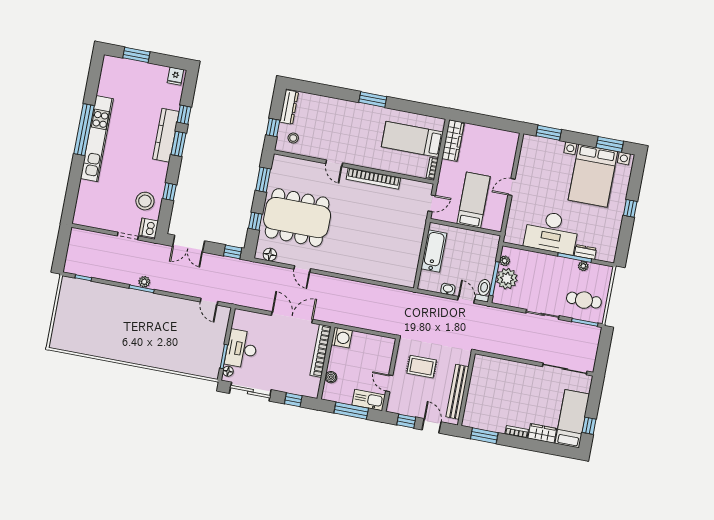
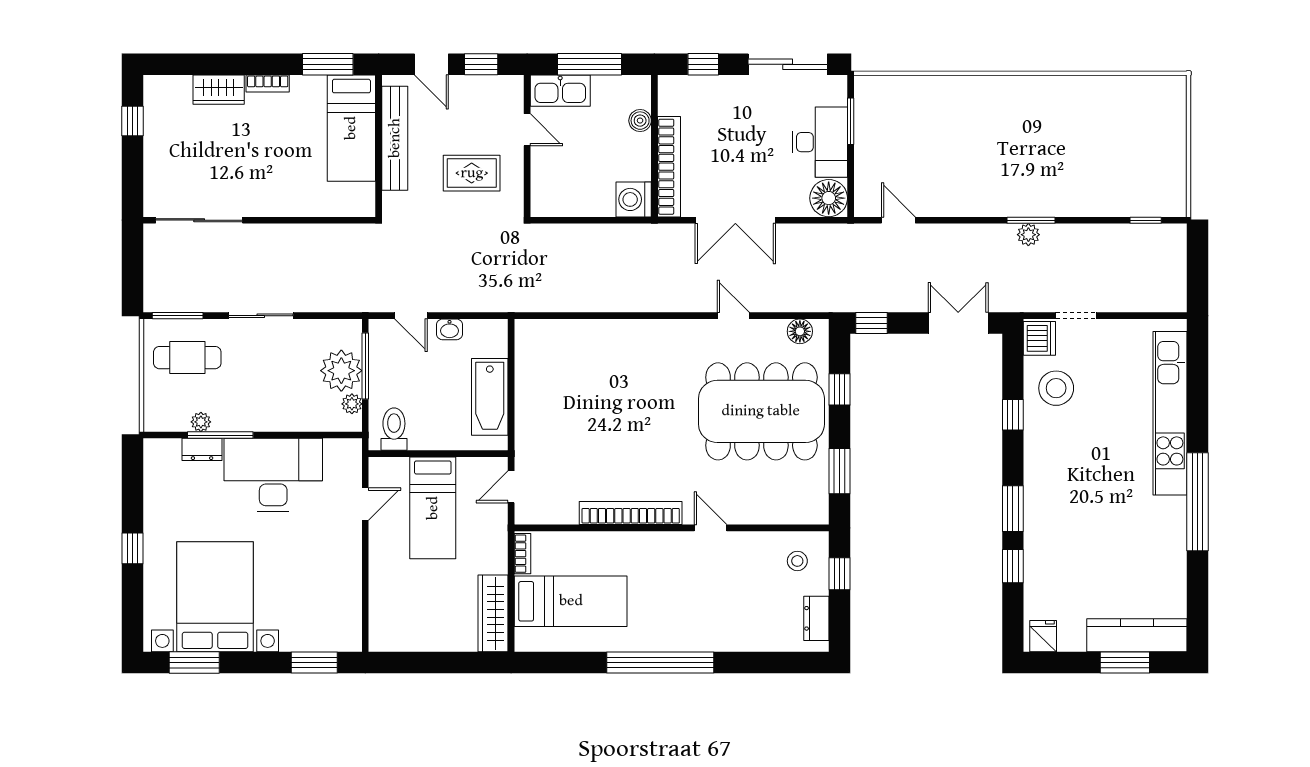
window: (373, 100) -> (660, 663), width x2.11
dresser: (289, 107) -> (816, 618), width x0.70
kitchen counter: (166, 135) -> (1137, 635), moved, turned -90
kitchen unit: (97, 139) -> (1170, 413), moved
door: (512, 187) -> (365, 504), moved
toilet: (484, 290) -> (394, 429), moved, turned 180
floor lamp: (228, 371) -> (829, 198), moved, width x1.89, depth x1.89
bed: (572, 419) -> (351, 128), moved

